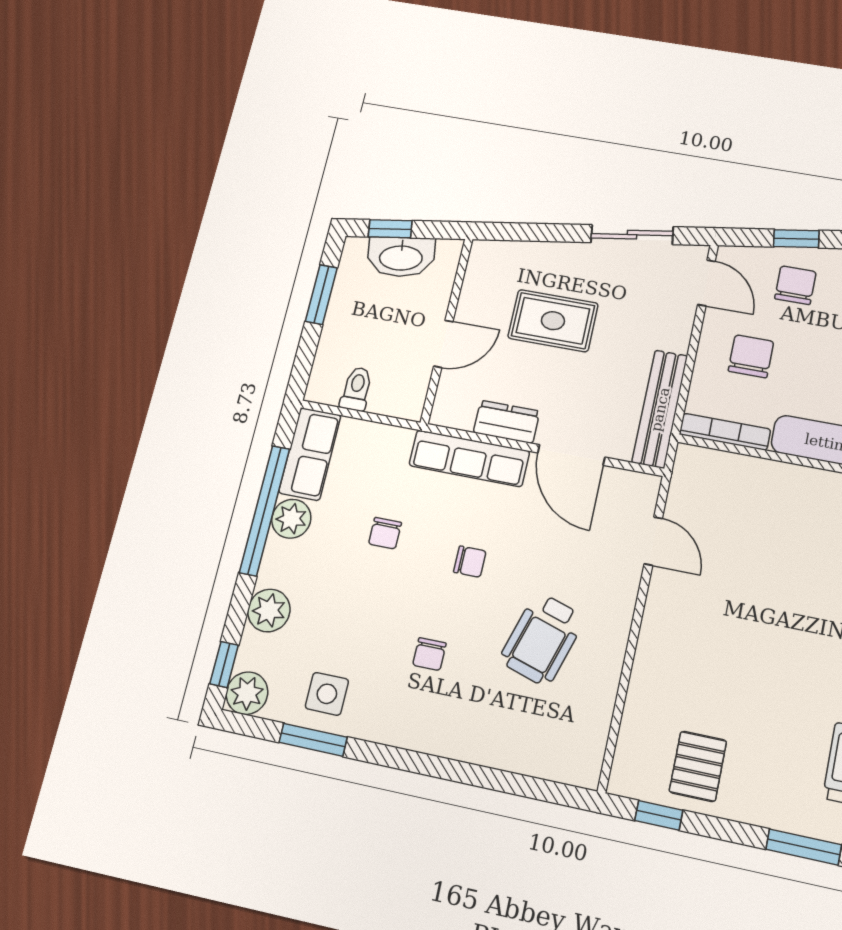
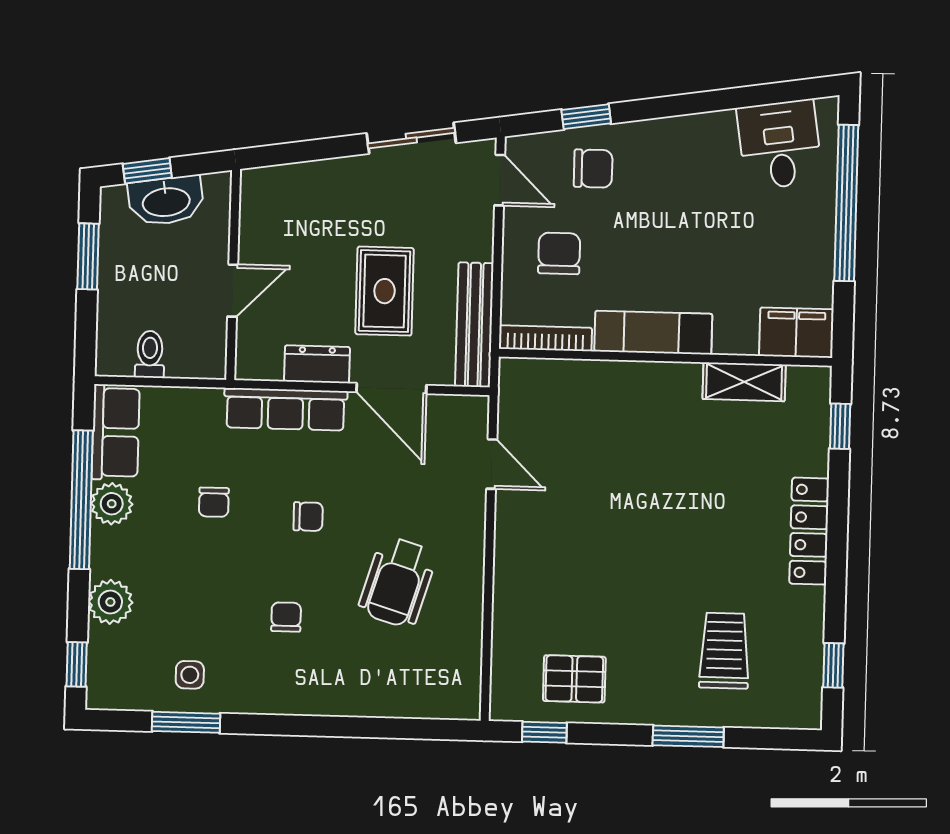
chair: (795, 285) -> (593, 169), turned 90
rug: (553, 321) -> (385, 291), moved, turned 90
chair: (429, 654) -> (286, 617), turned 180
plant: (247, 693) -> (107, 689), removed
side table: (327, 694) -> (190, 675), width x0.73, depth x0.73
pallet: (698, 766) -> (574, 679), turned 90

